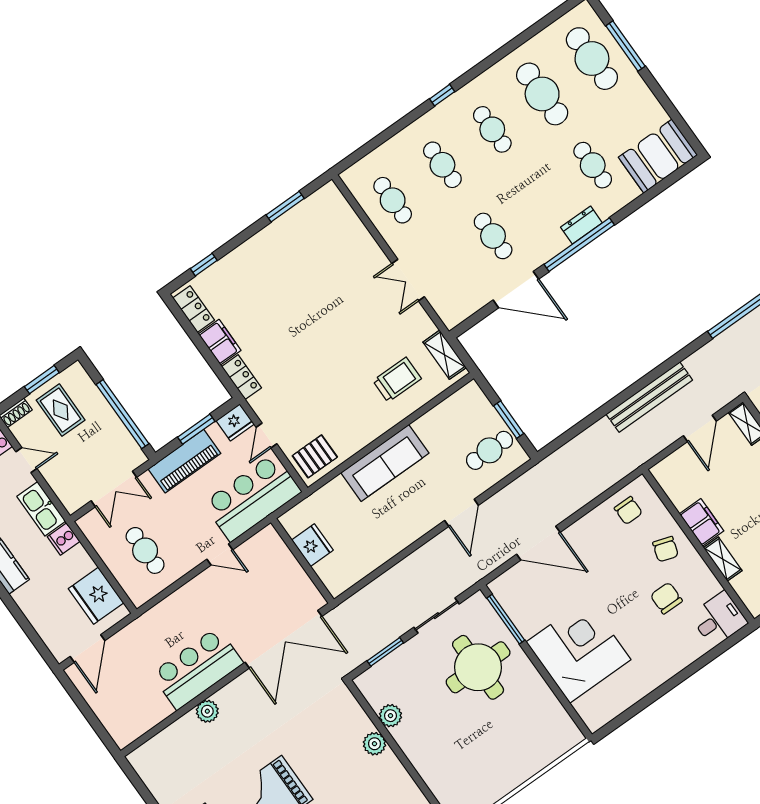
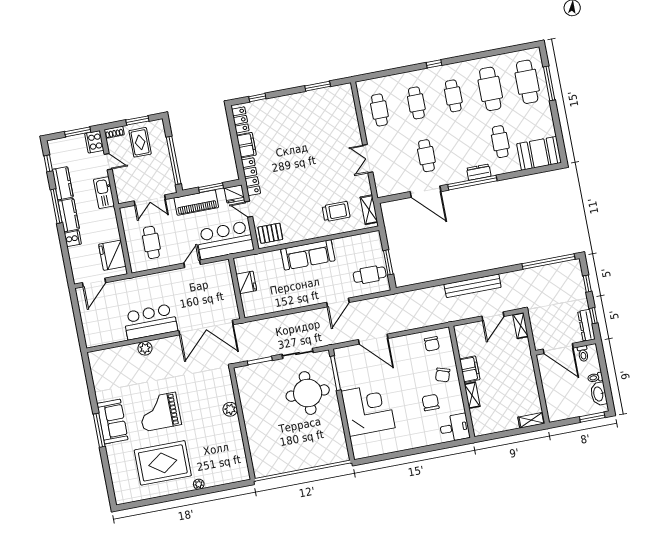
locker: (242, 377) -> (251, 177), width x1.53
door: (266, 436) -> (249, 209), hinge flipped
cooker: (64, 539) -> (73, 239), moved, turned 180
door: (220, 554) -> (192, 264), swing flipped
plant: (390, 716) -> (246, 398), removed

